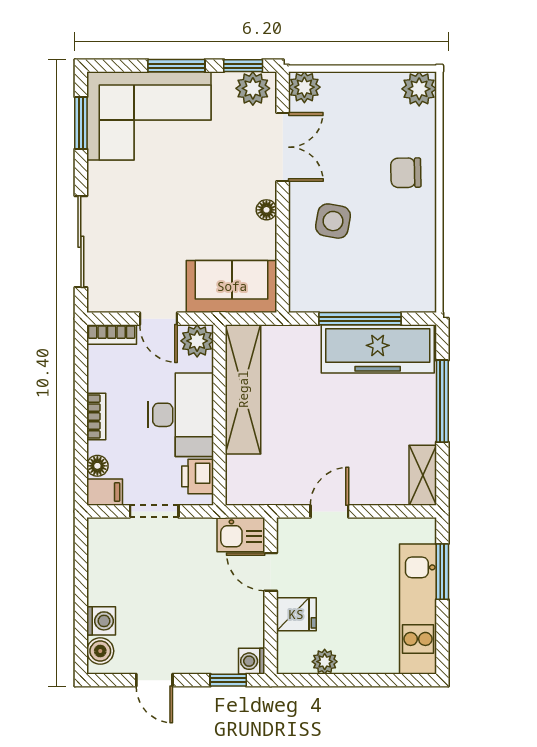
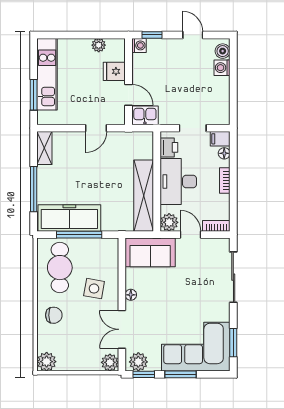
cafe table: (395, 259) -> (60, 268), added

